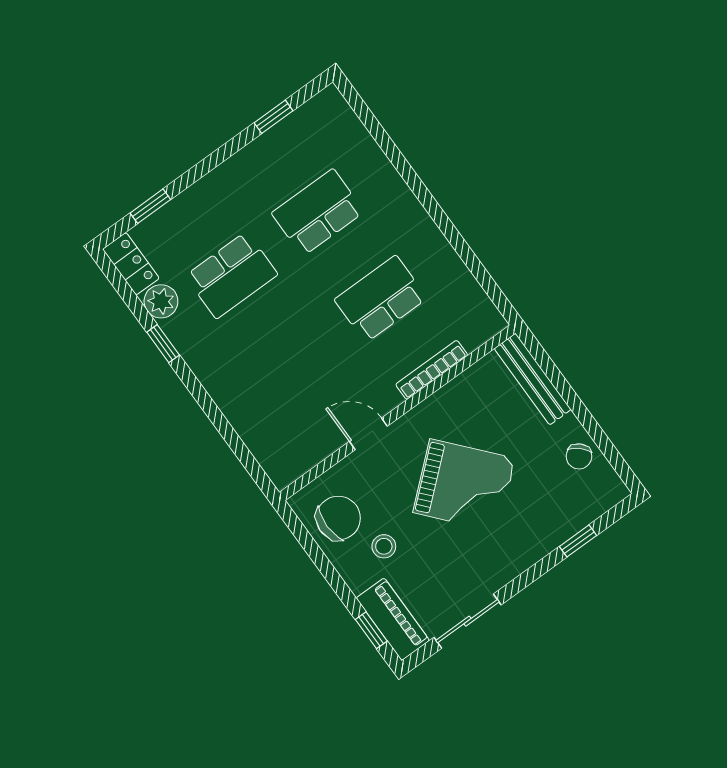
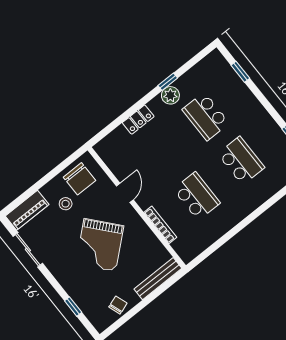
locker: (131, 264) -> (138, 120), moved
plant: (161, 301) -> (170, 95), moved
chair: (579, 456) -> (118, 305), turned 118
window: (371, 630) -> (21, 199), removed

